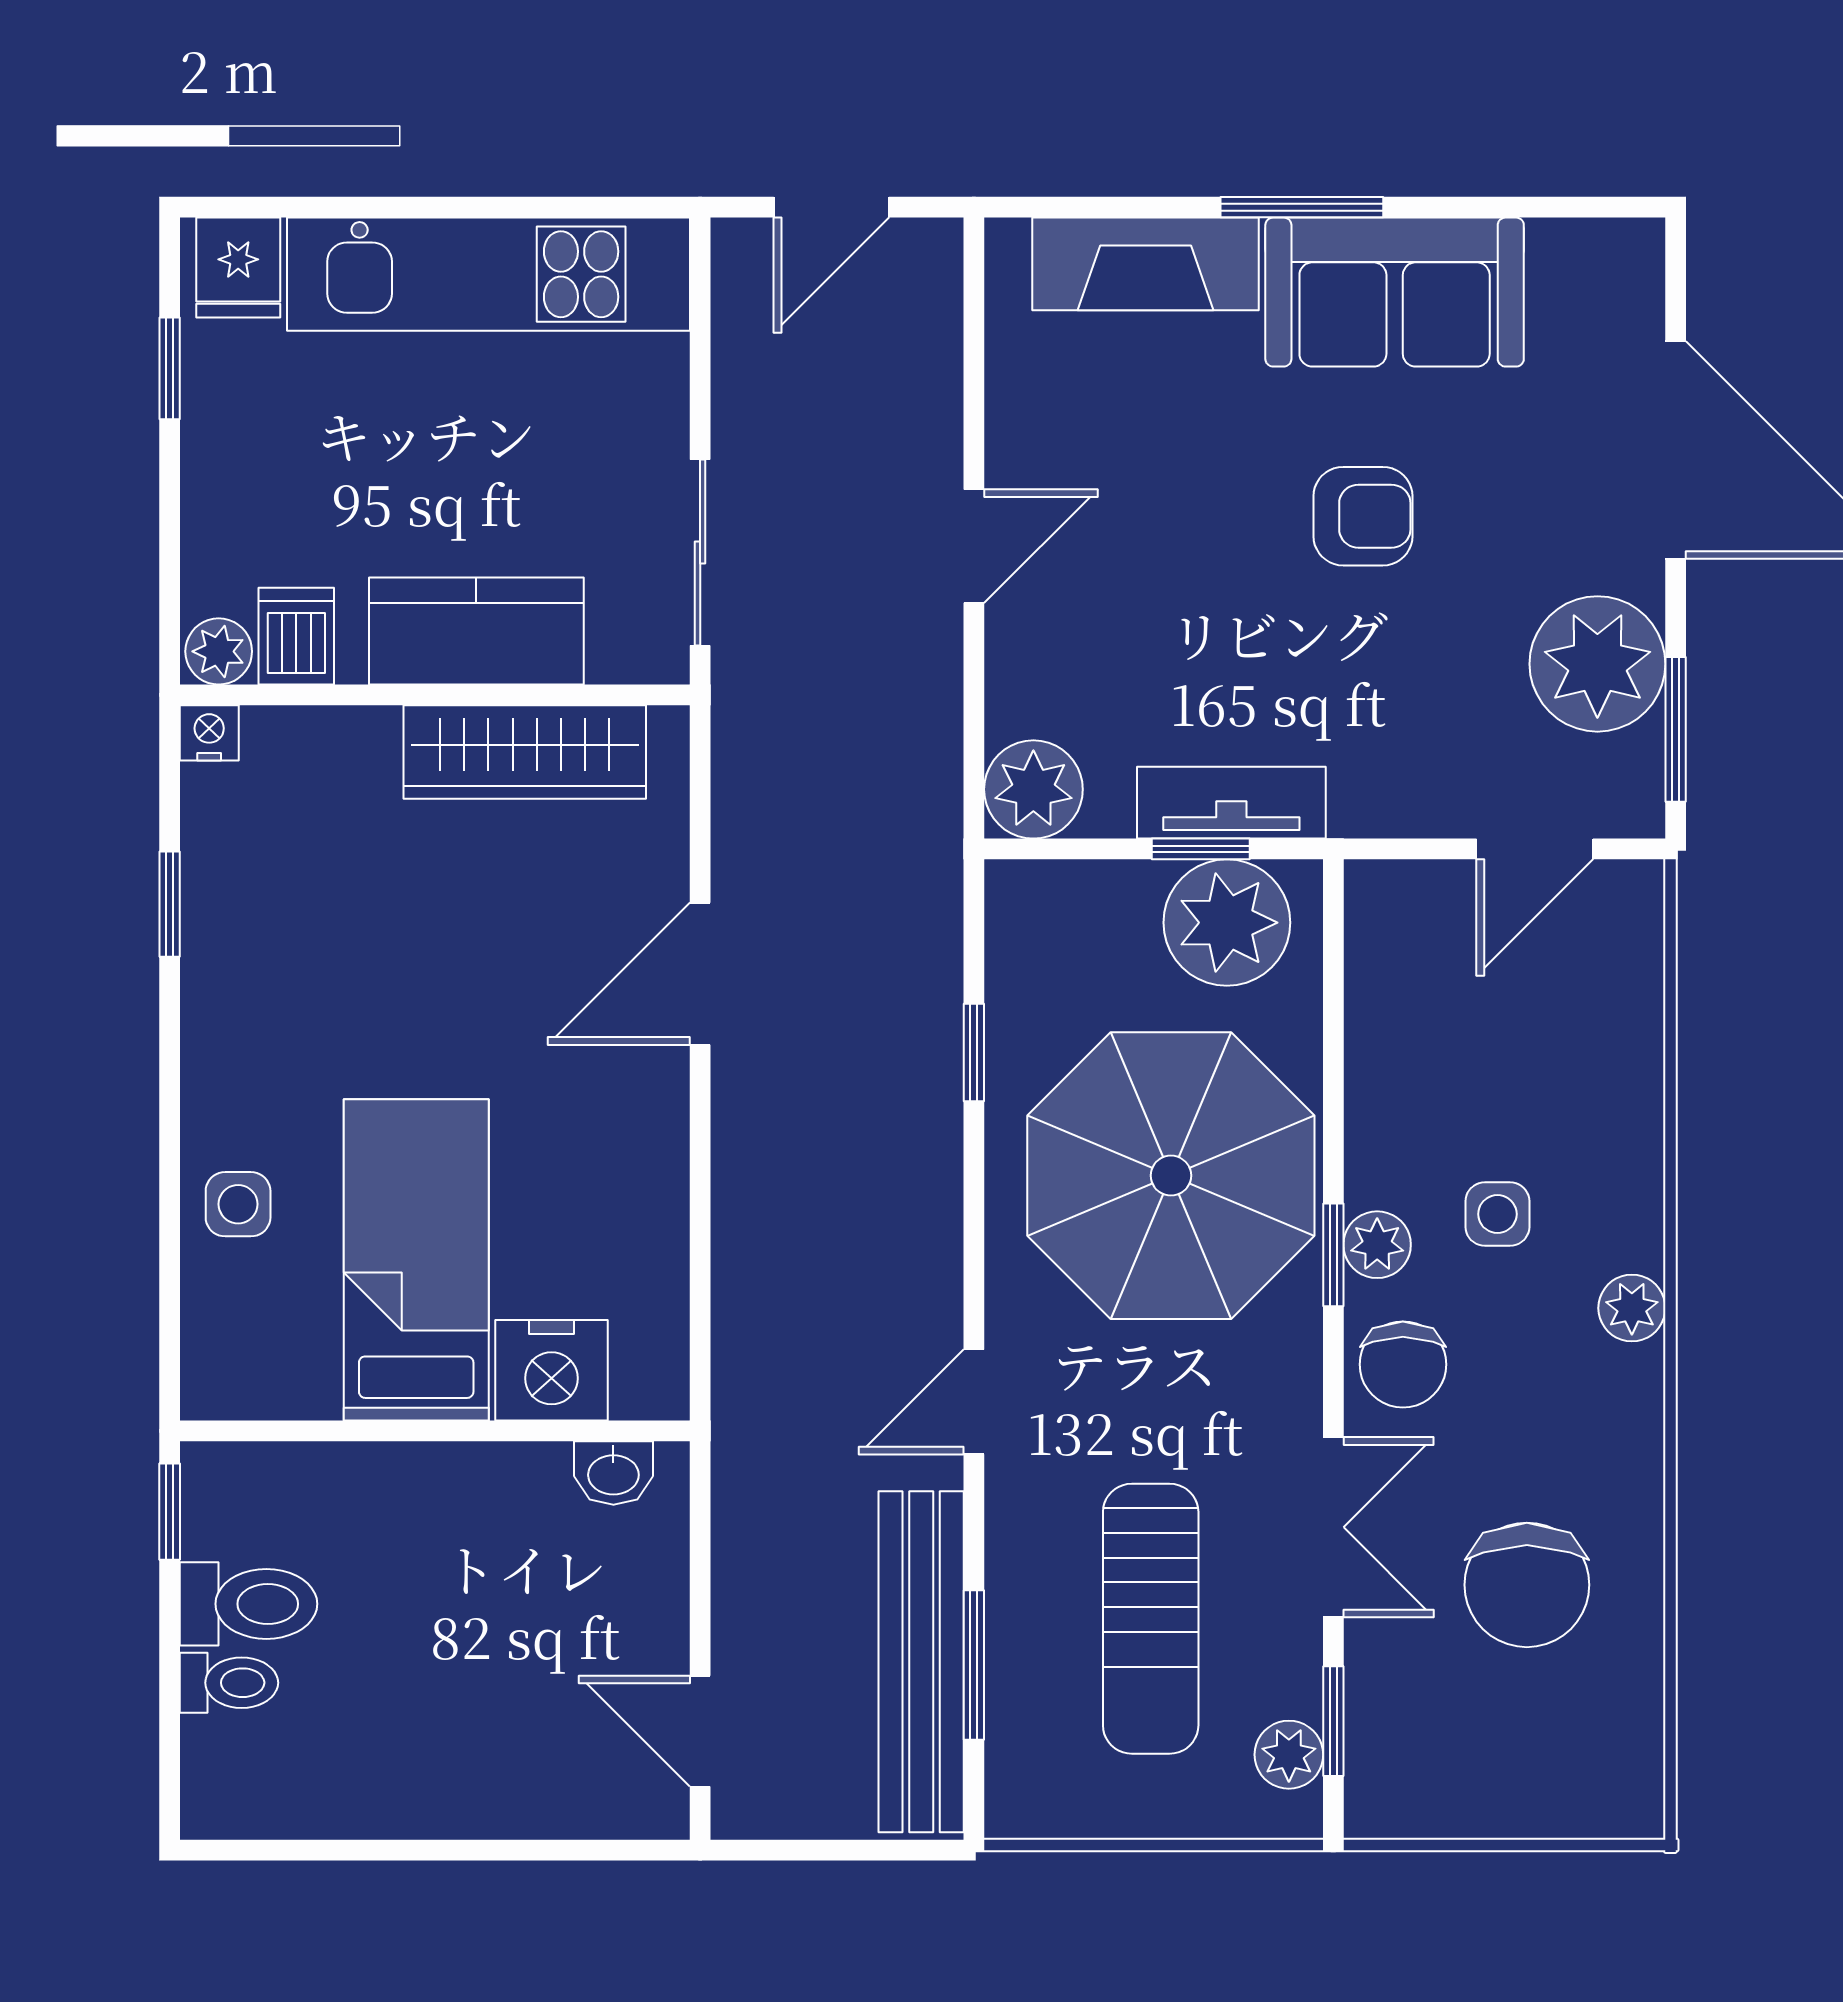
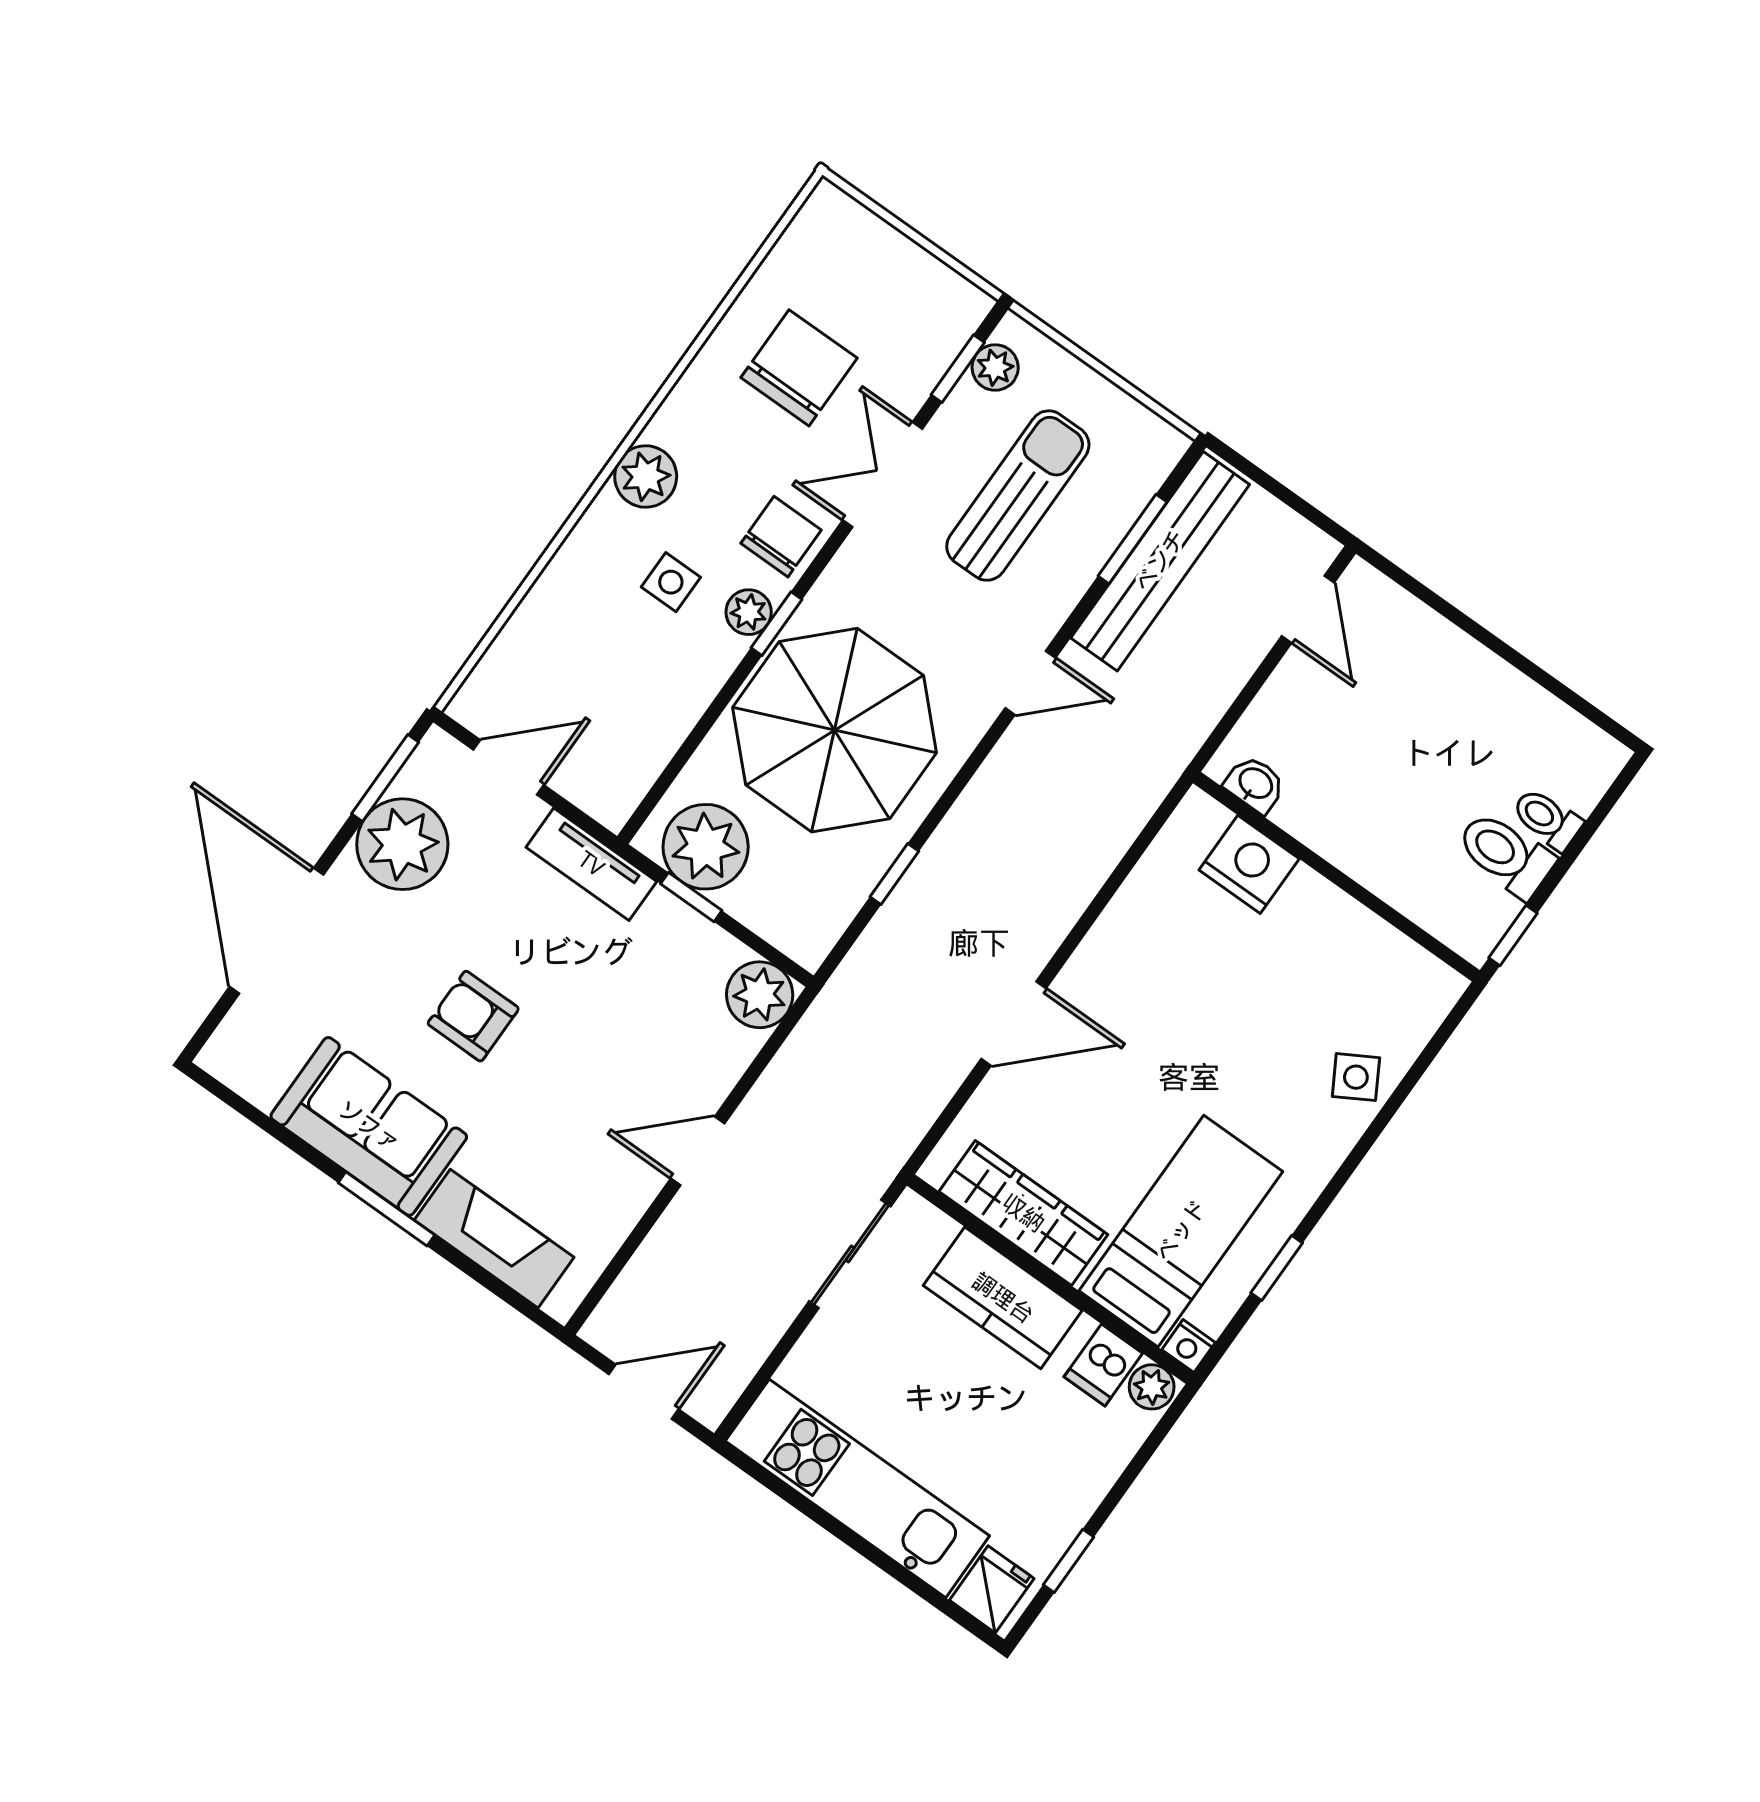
tv unit: (1231, 803) -> (591, 864), moved
side table: (238, 1204) -> (1356, 1077), turned -30
bed: (416, 1260) -> (1181, 1231), moved, turned 180
plant: (1632, 1308) -> (646, 476), width x1.38, depth x1.38

